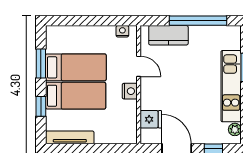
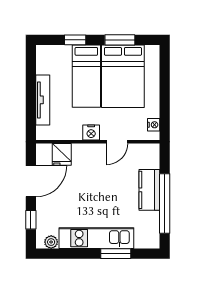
kitchen counter: (168, 35) -> (149, 190), moved
bed: (76, 67) -> (123, 76), width x1.50
tv unit: (70, 137) -> (43, 100), moved

